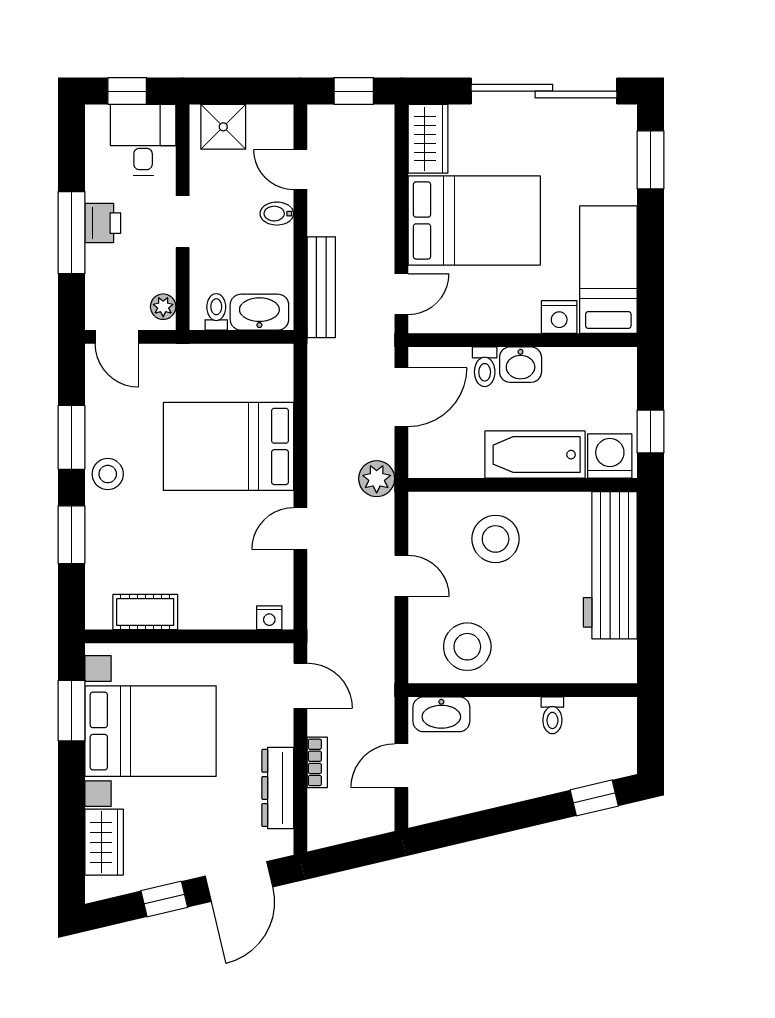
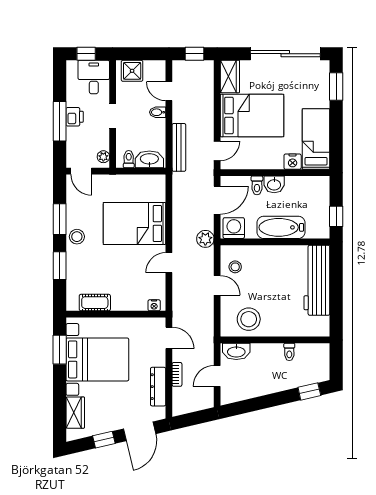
washing machine: (610, 456) -> (234, 228), moved
stool: (496, 539) -> (235, 267), moved, width x0.53, depth x0.53

